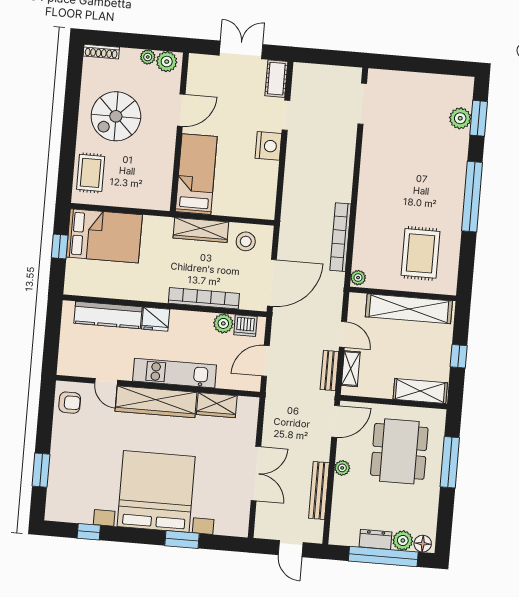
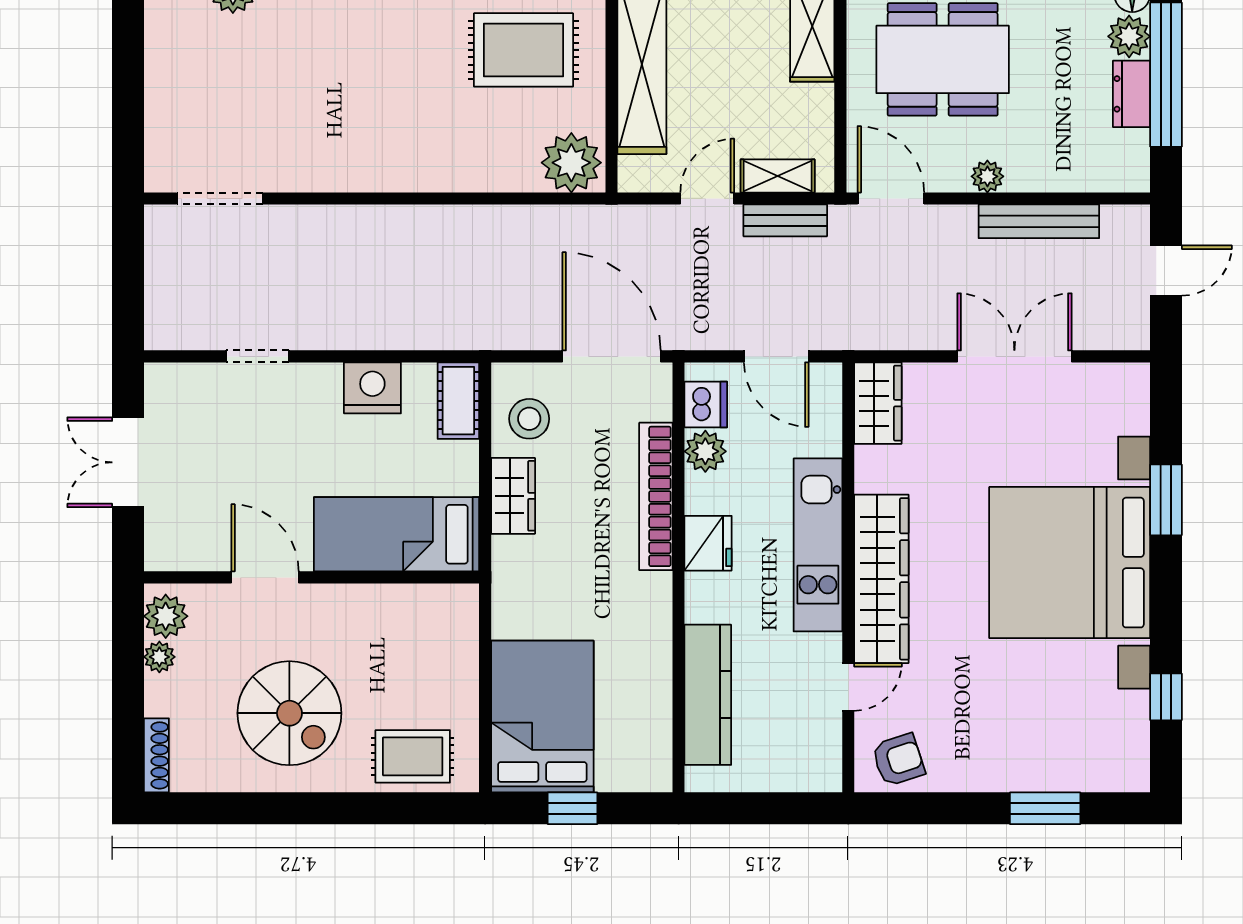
cot: (276, 79) -> (458, 401), moved, turned 90
nightstand: (268, 146) -> (372, 388), moved
wardrobe: (201, 230) -> (513, 496), width x0.67
bookcase: (340, 237) -> (504, 221), removed
plant: (358, 278) -> (571, 163), width x1.87, depth x1.87
fridge: (156, 319) -> (708, 543), moved
armchair: (70, 403) -> (898, 760), turned 72
wardrobe: (217, 405) -> (878, 403), moved

